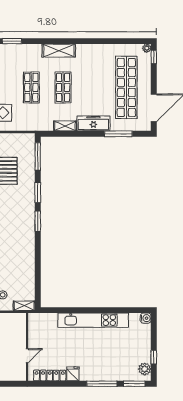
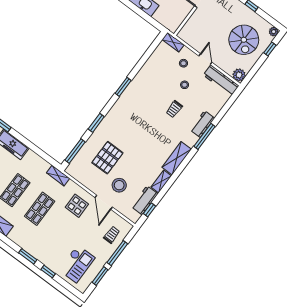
shelving: (65, 126) -> (58, 176), moved
window: (38, 221) -> (123, 87), moved

